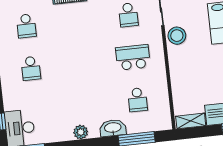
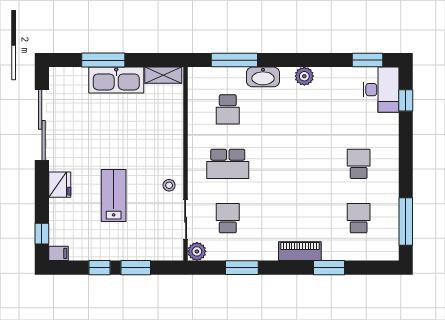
stool: (177, 36) -> (169, 185), width x0.53, depth x0.53
school desk: (138, 100) -> (228, 109), turned 180

